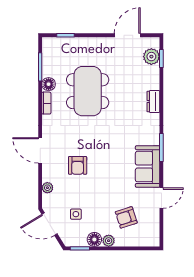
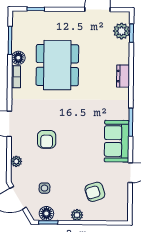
floor lamp: (94, 239) -> (46, 213), moved

